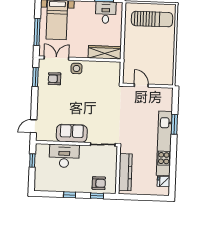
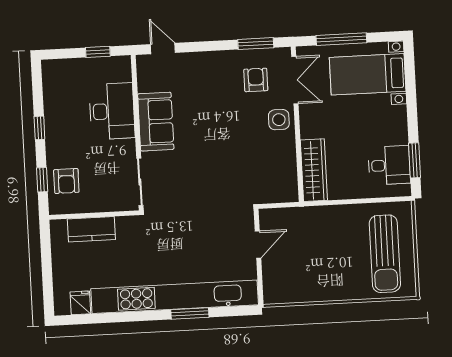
kitchen unit: (164, 143) -> (175, 297), width x1.36
kitchen counter: (125, 172) -> (91, 229), width x0.67

